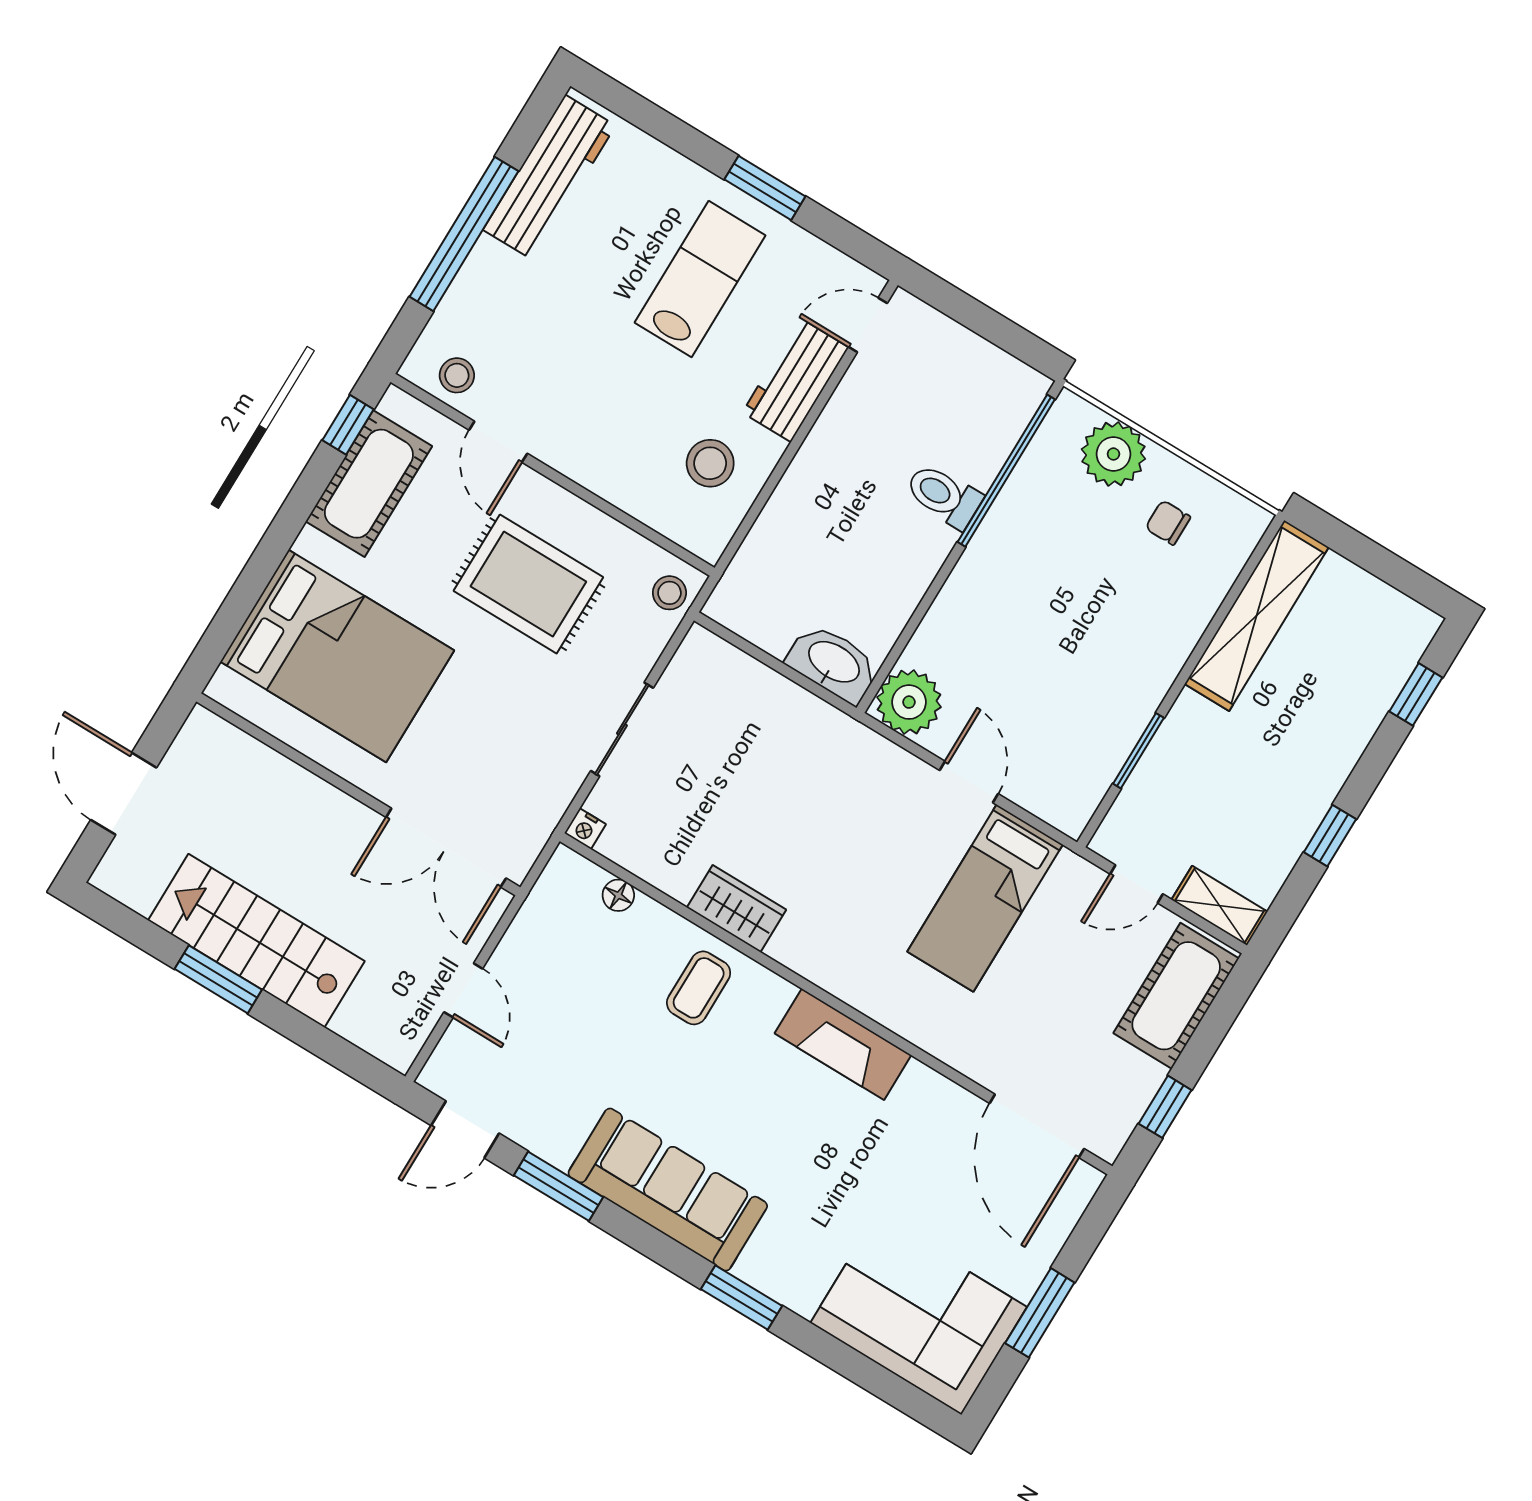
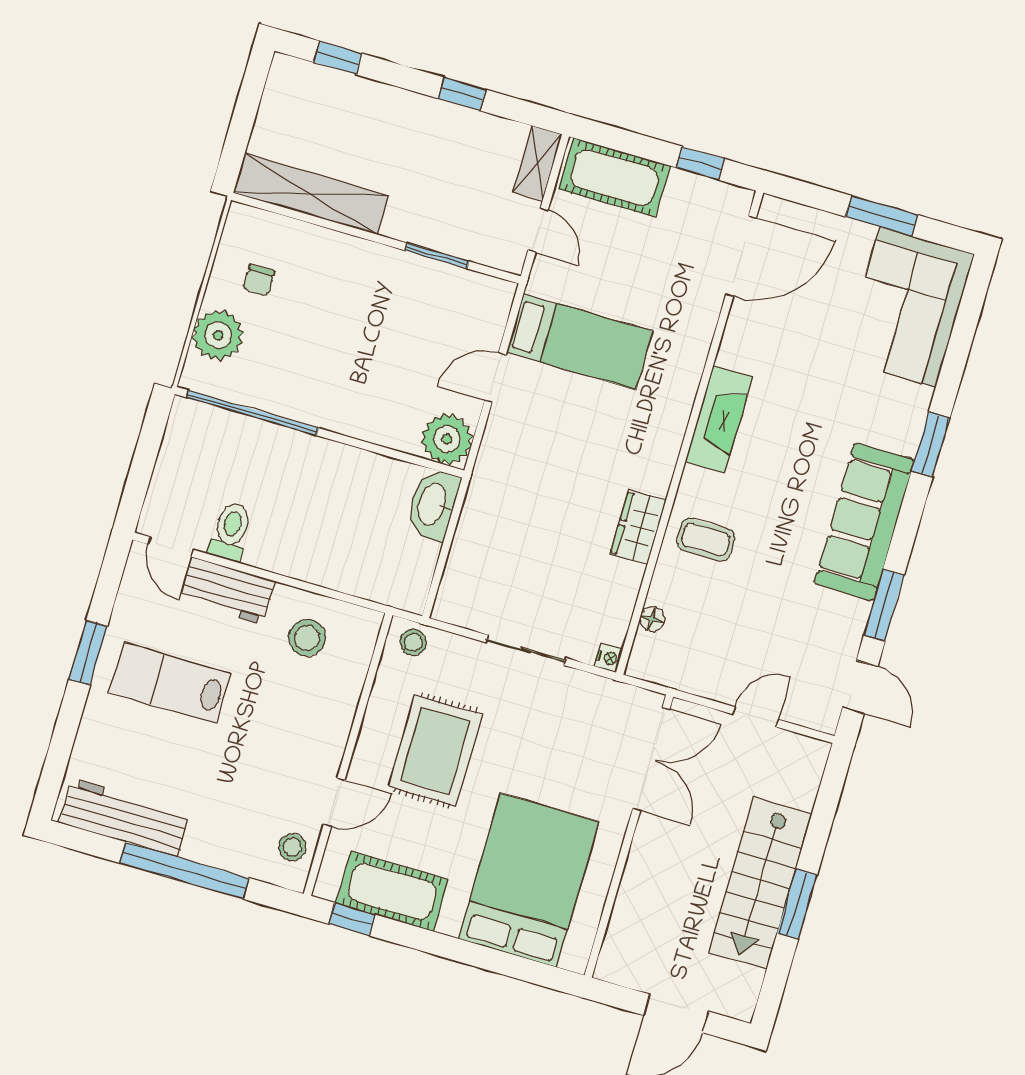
toilet: (944, 496) -> (231, 531), moved, turned 180

